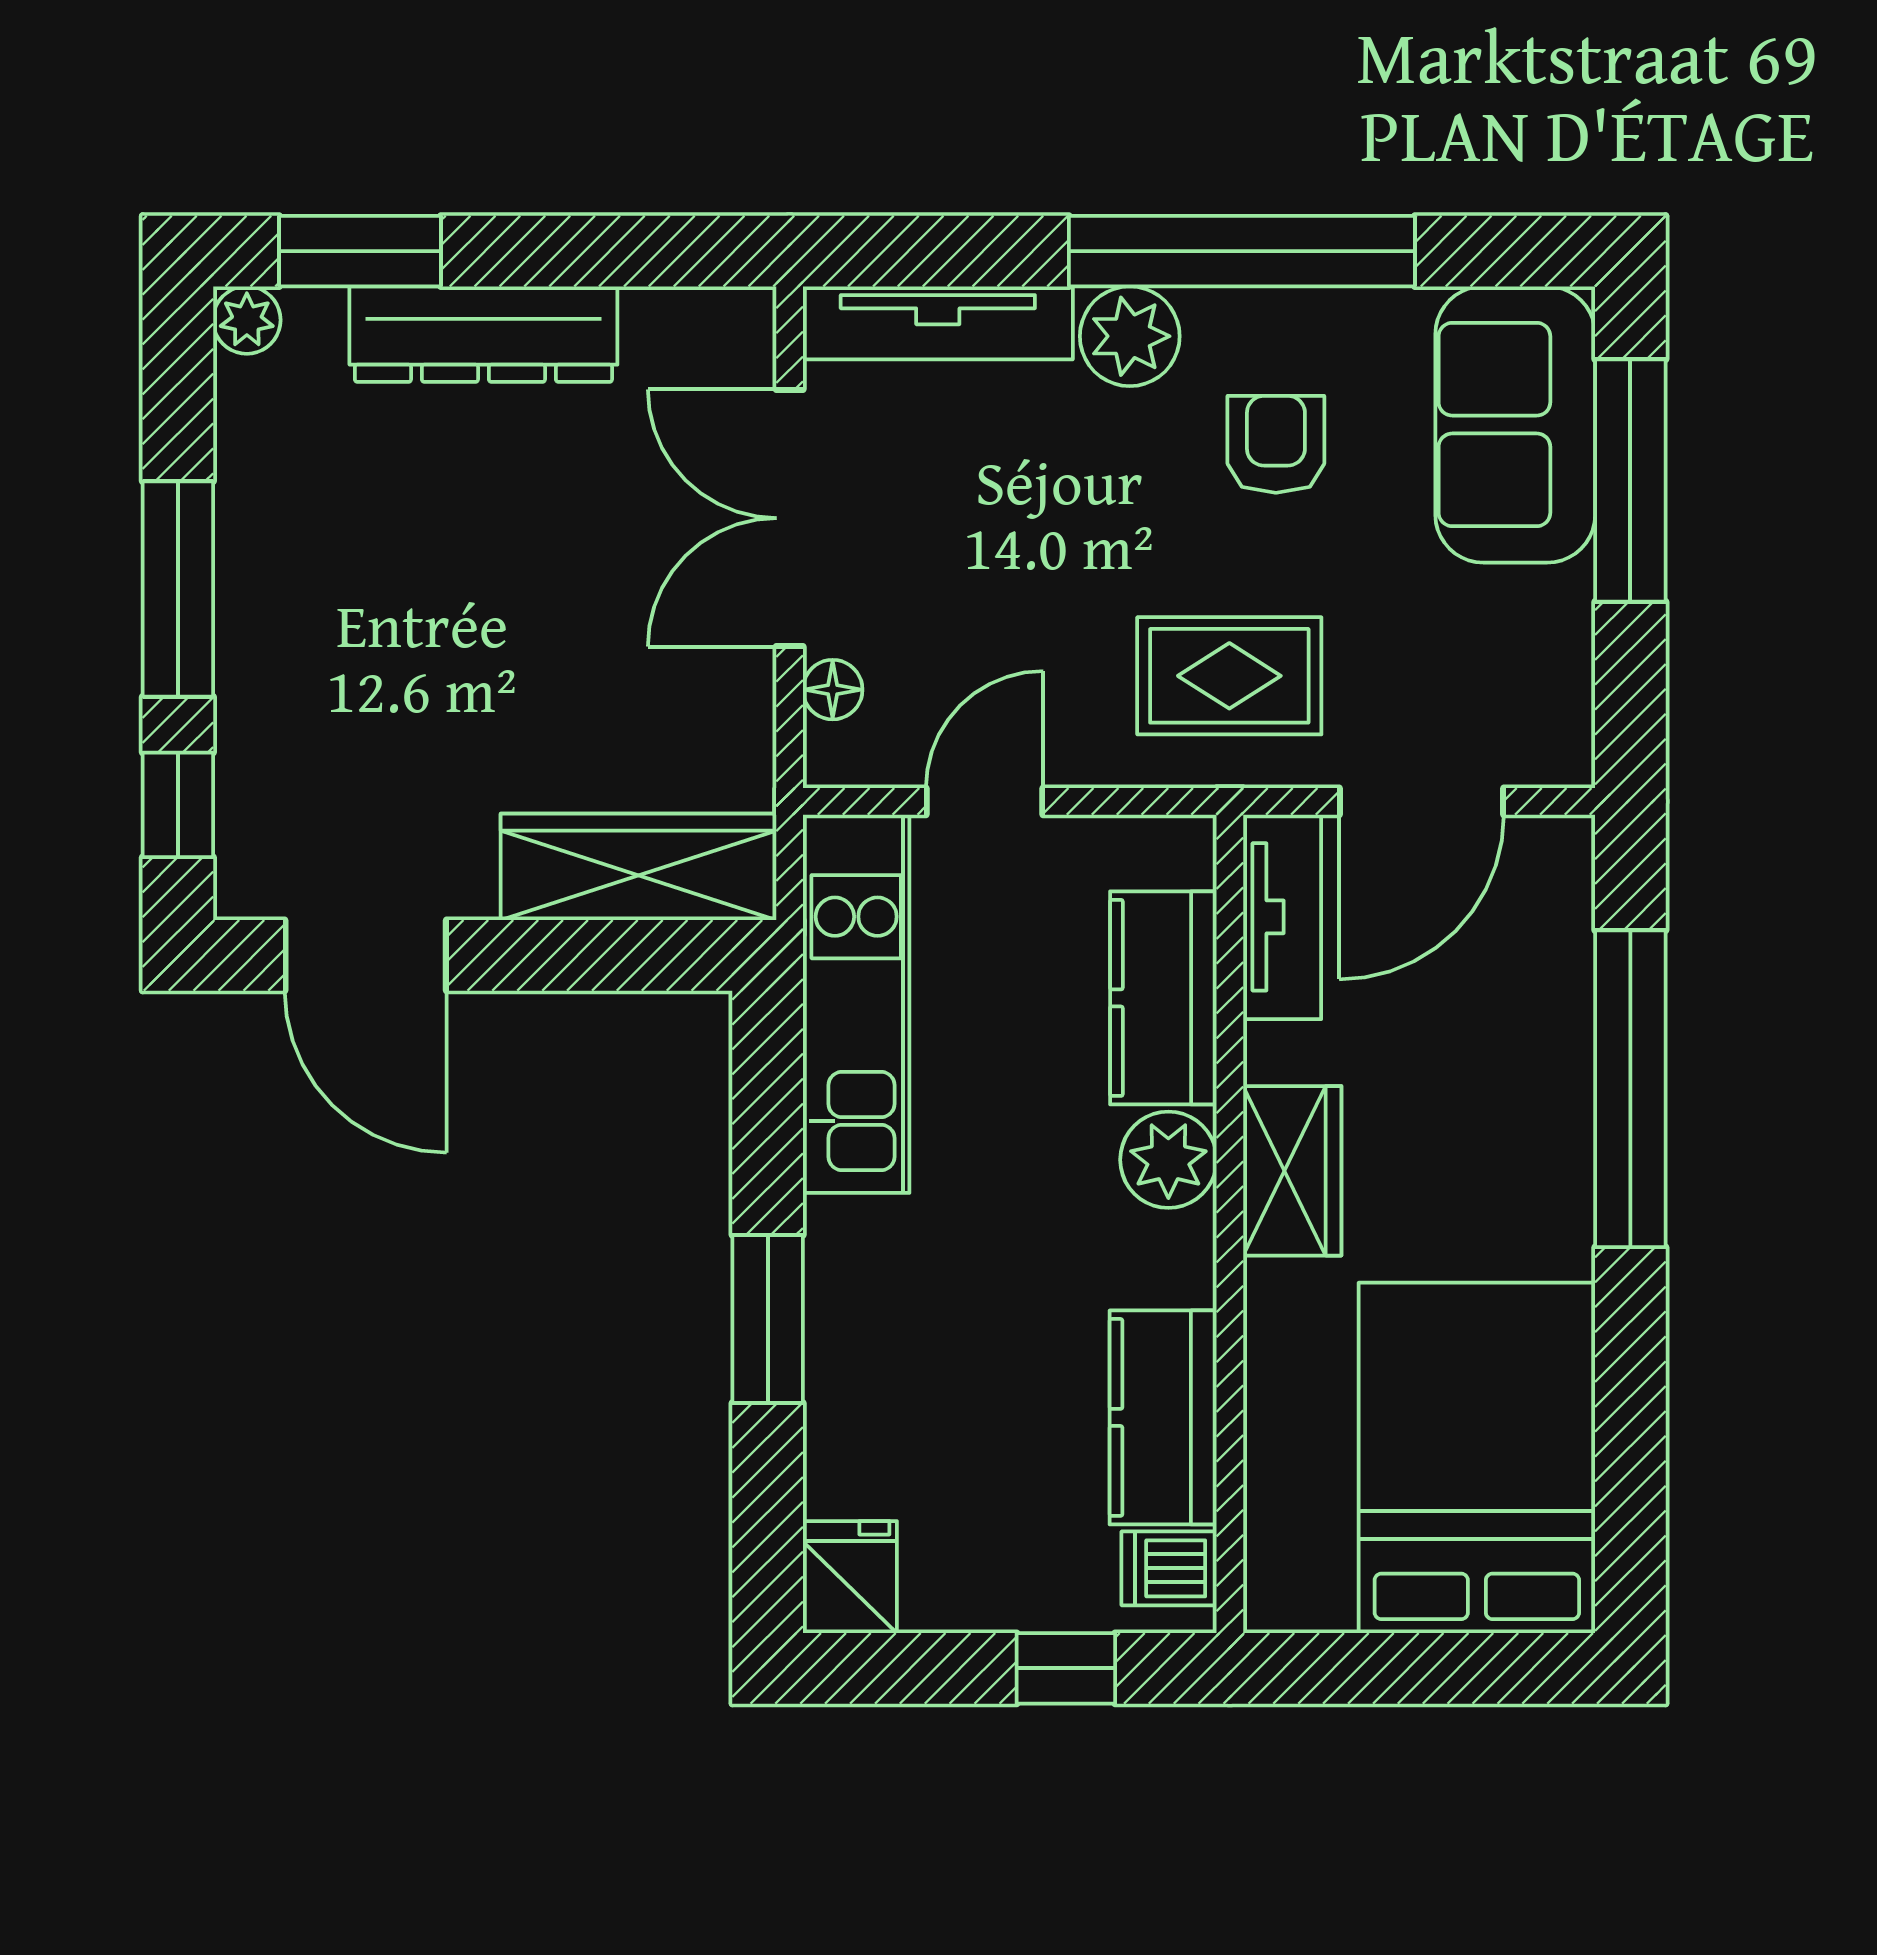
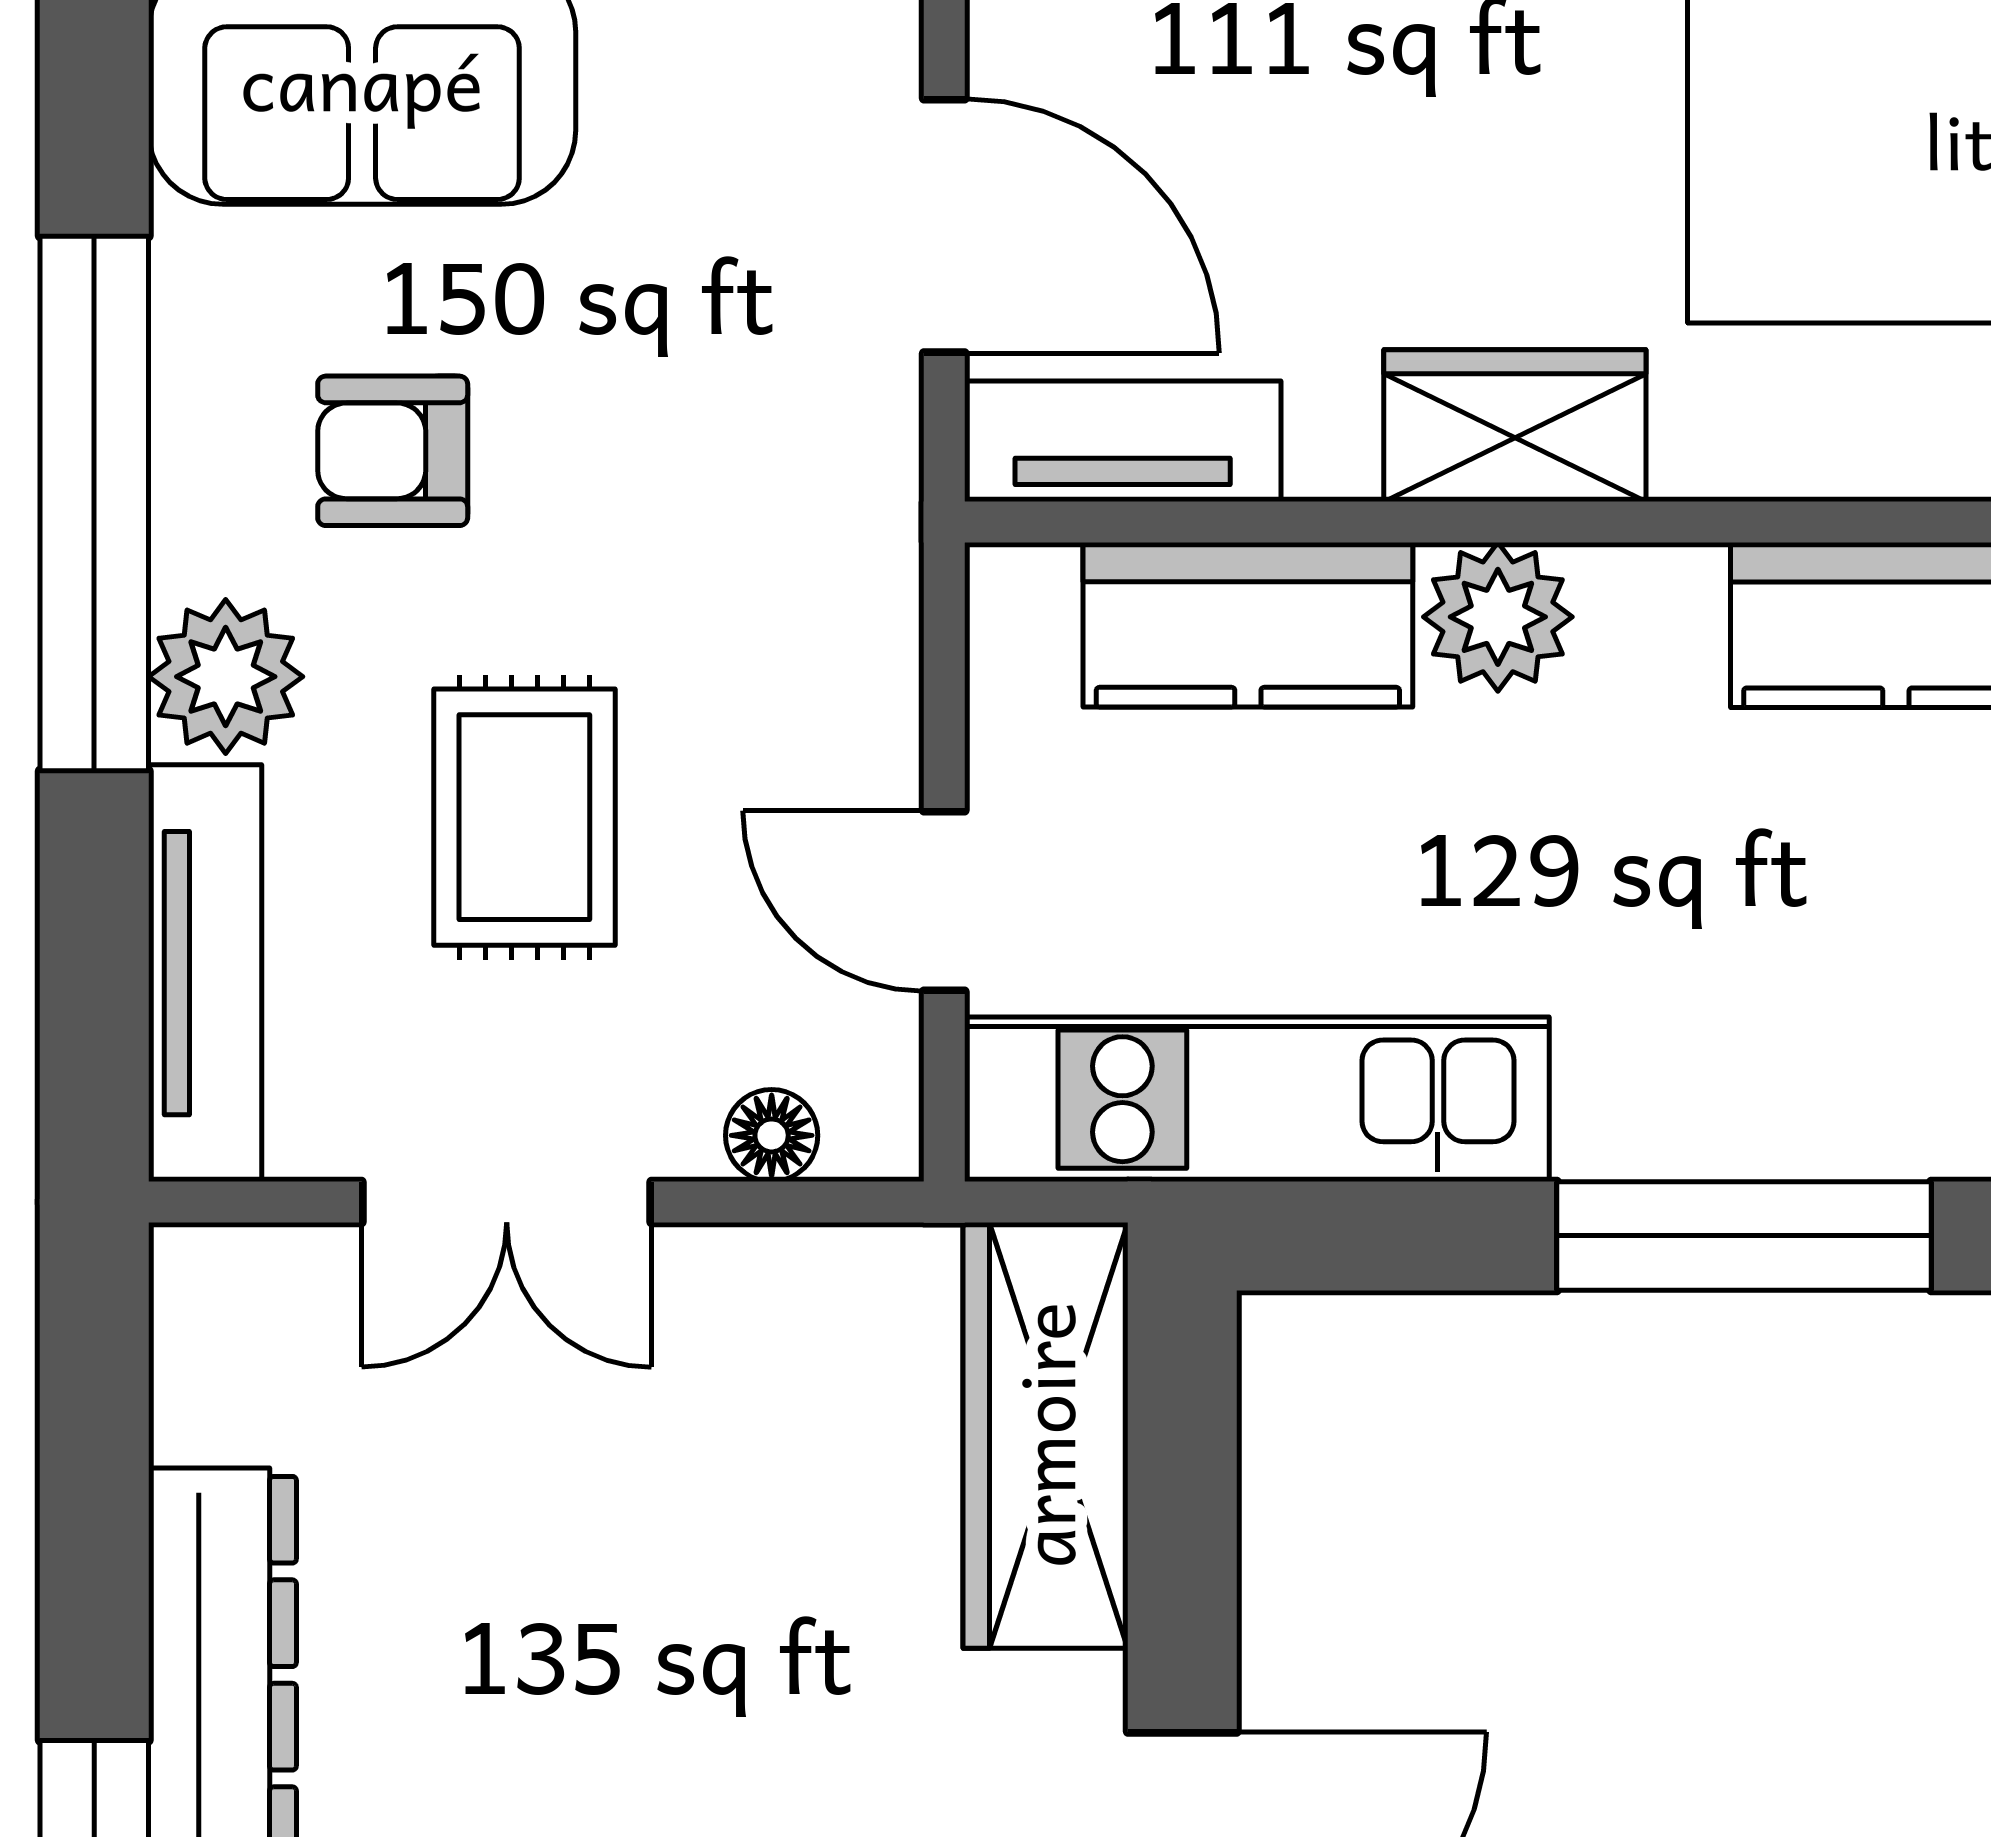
double door: (790, 518) -> (507, 1202), width x0.73
rug: (1229, 676) -> (524, 817), moved
window: (768, 1319) -> (1744, 1236), width x1.44

